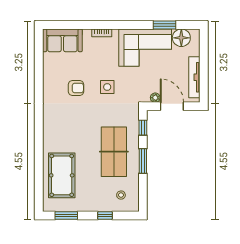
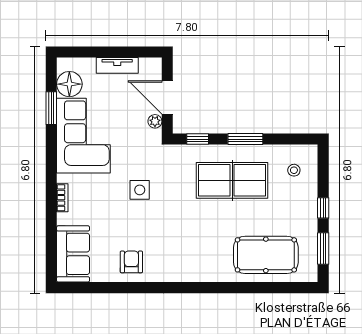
tv unit: (194, 77) -> (117, 65), width x0.71
armchair: (76, 88) -> (131, 262), moved
door: (172, 106) -> (167, 97), hinge flipped
window: (105, 215) -> (323, 208), moved

